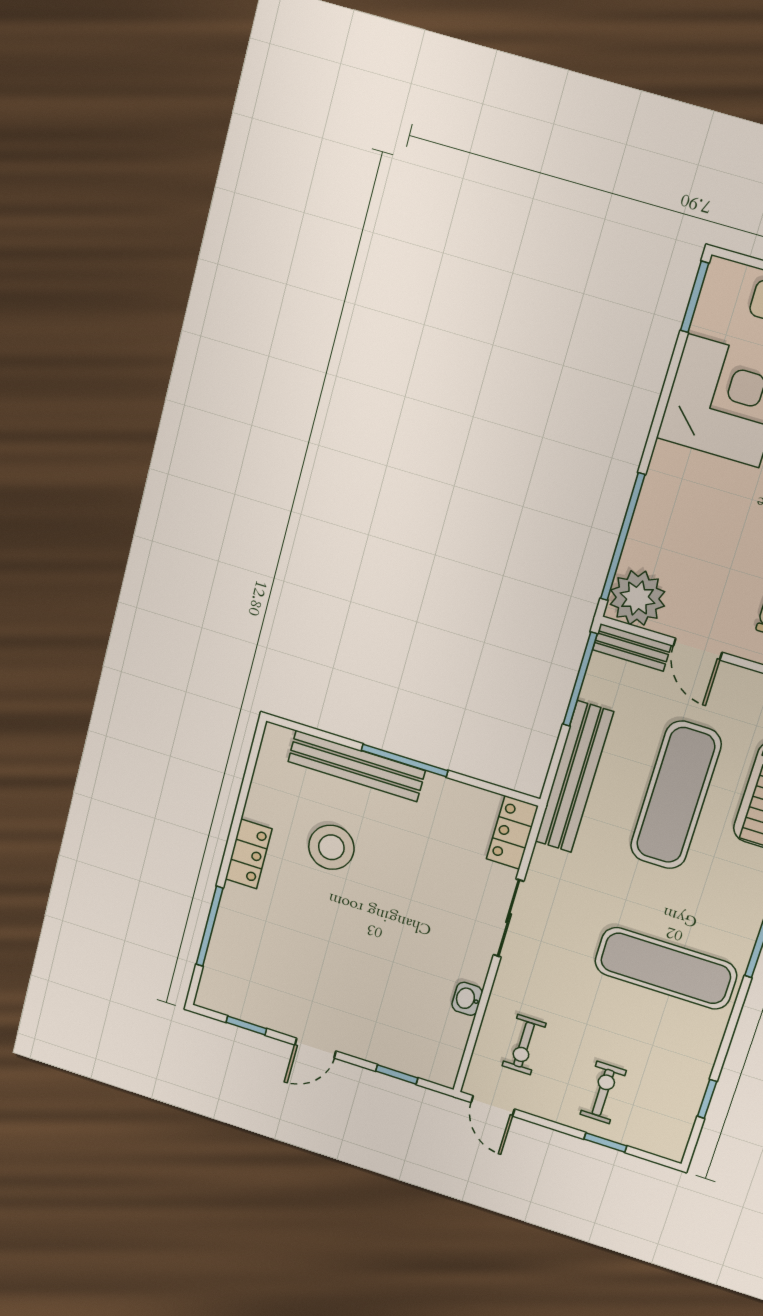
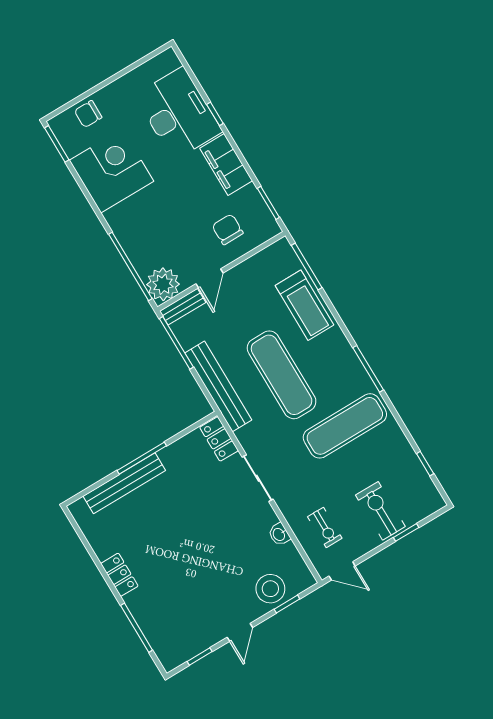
door: (698, 649) -> (210, 278), hinge flipped
exercise mat: (676, 795) -> (282, 375), moved
stool: (331, 847) -> (270, 589), moved
exercise bike: (603, 1093) -> (380, 511), width x1.38, depth x1.39

